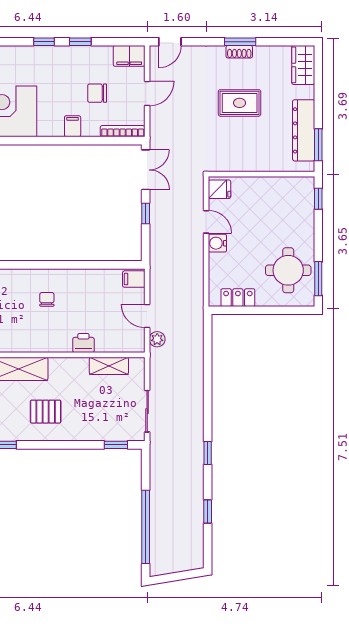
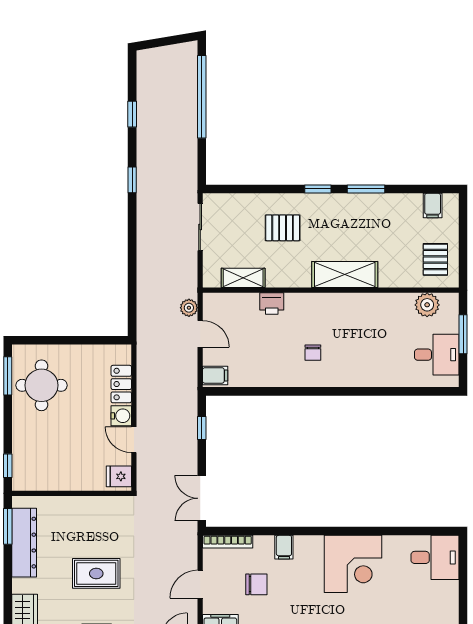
window: (146, 214) -> (202, 428), moved
locker: (238, 298) -> (121, 384), moved, turned 90
pallet: (46, 412) -> (283, 228), moved
window: (116, 445) -> (318, 189), moved

